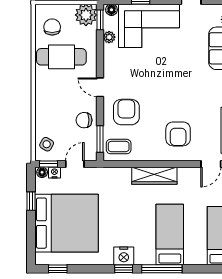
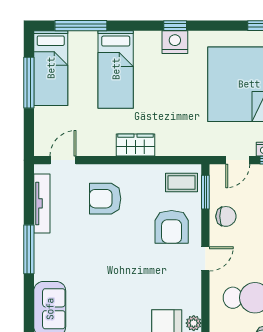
door: (100, 87) -> (205, 259), hinge flipped
armchair: (178, 134) -> (105, 199), turned -90
wardrobe: (154, 176) -> (135, 145), width x0.67
window: (162, 269) -> (81, 26), moved

